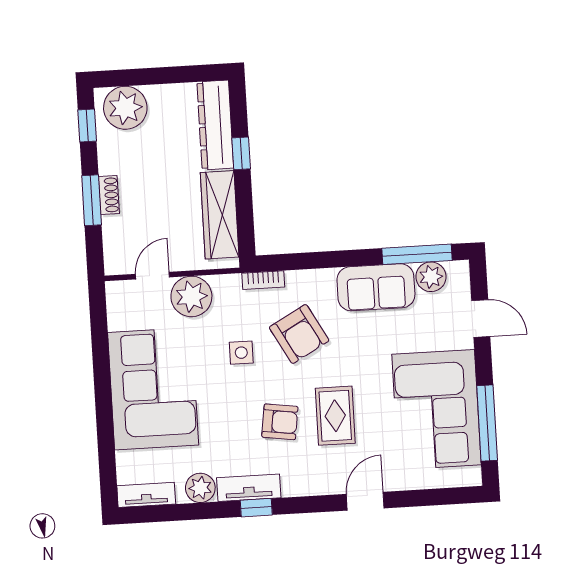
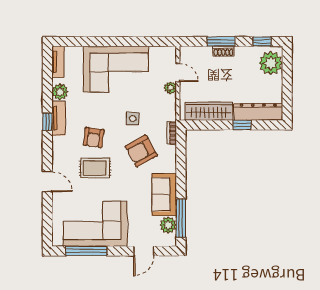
plant: (191, 296) -> (170, 88), width x0.53, depth x0.53

